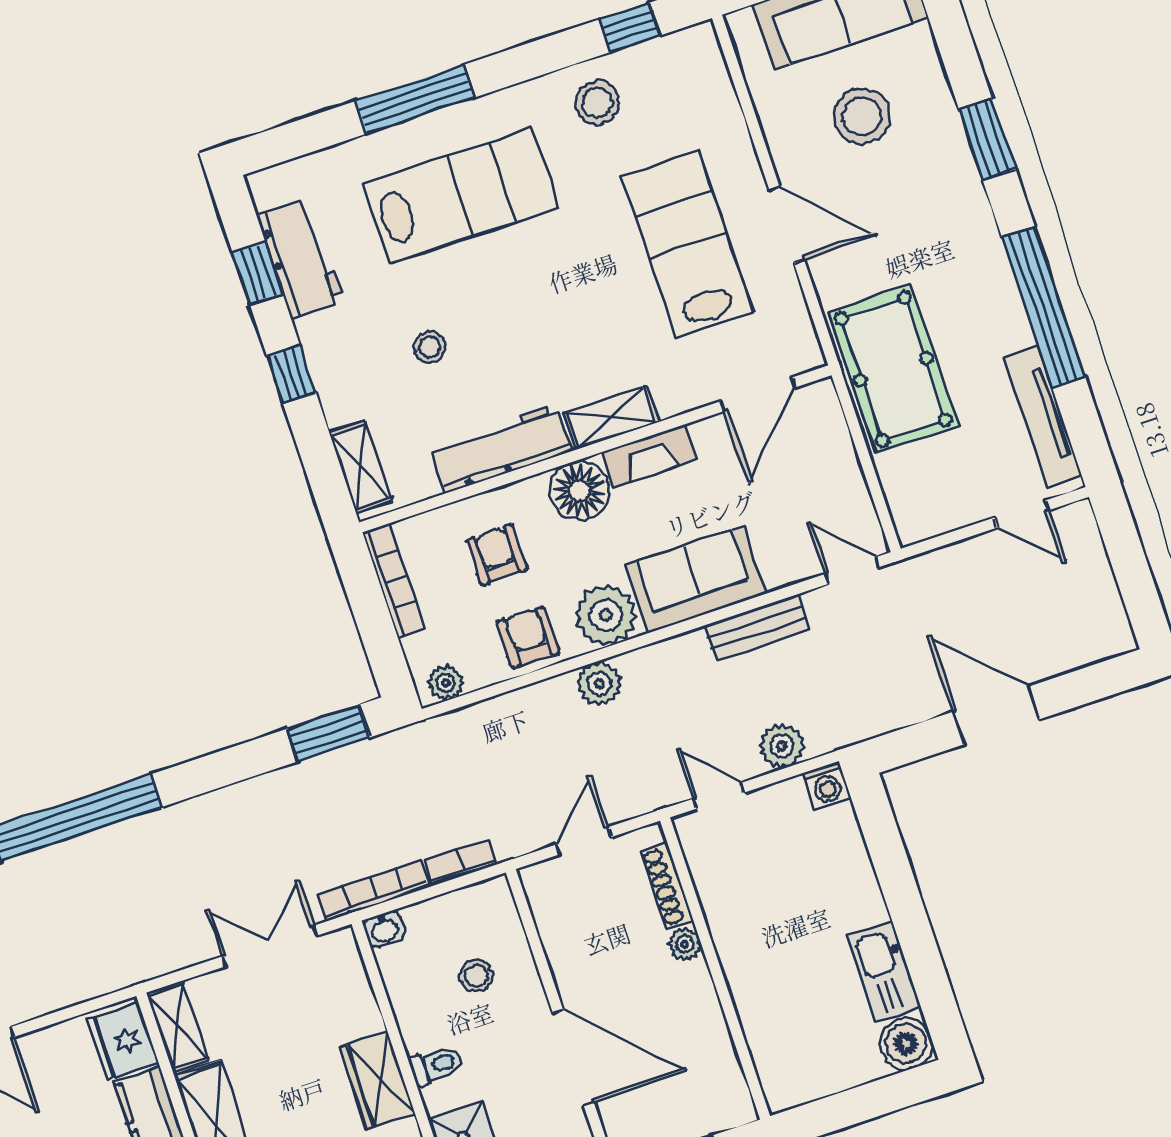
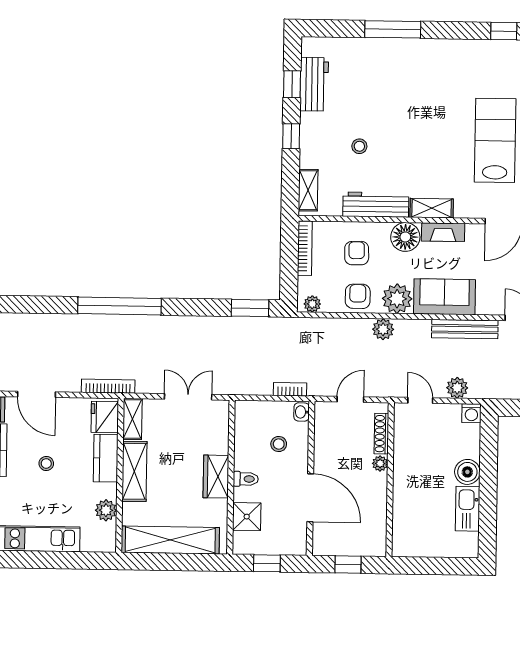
stool: (597, 103) -> (476, 61), removed
lab bench: (461, 196) -> (399, 82), removed
bench: (757, 628) -> (465, 329), width x1.36
bookcase: (374, 891) -> (108, 386), moved
washbasin: (384, 929) -> (302, 412), moved, turned 90
boiler: (906, 1043) -> (467, 472), moved

